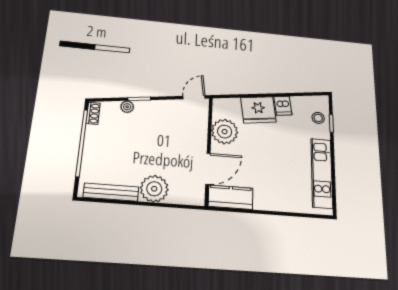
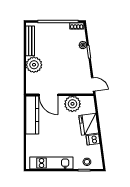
kitchen counter: (231, 197) -> (32, 115), width x1.50

